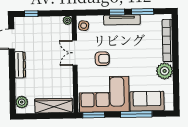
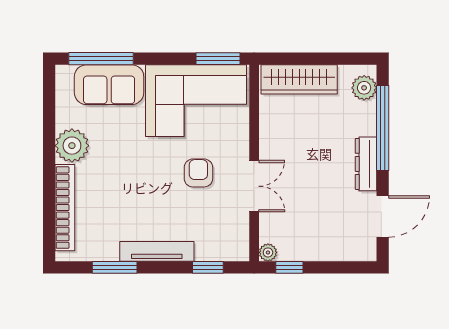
window: (117, 12) -> (208, 267), moved
window: (31, 14) -> (289, 267), moved
side table: (84, 26) -> (235, 241), removed
armchair: (102, 59) -> (198, 173), turned 90
window: (12, 83) -> (383, 128), added
window: (136, 114) -> (101, 59), moved

